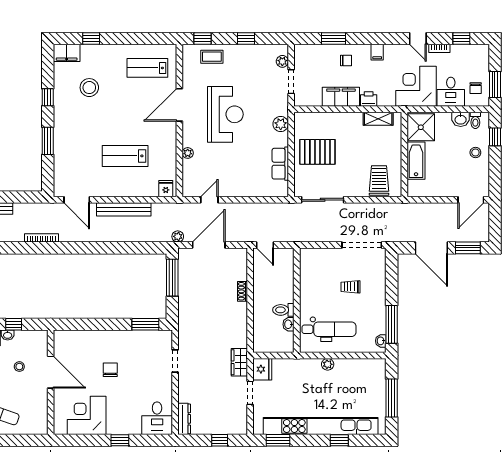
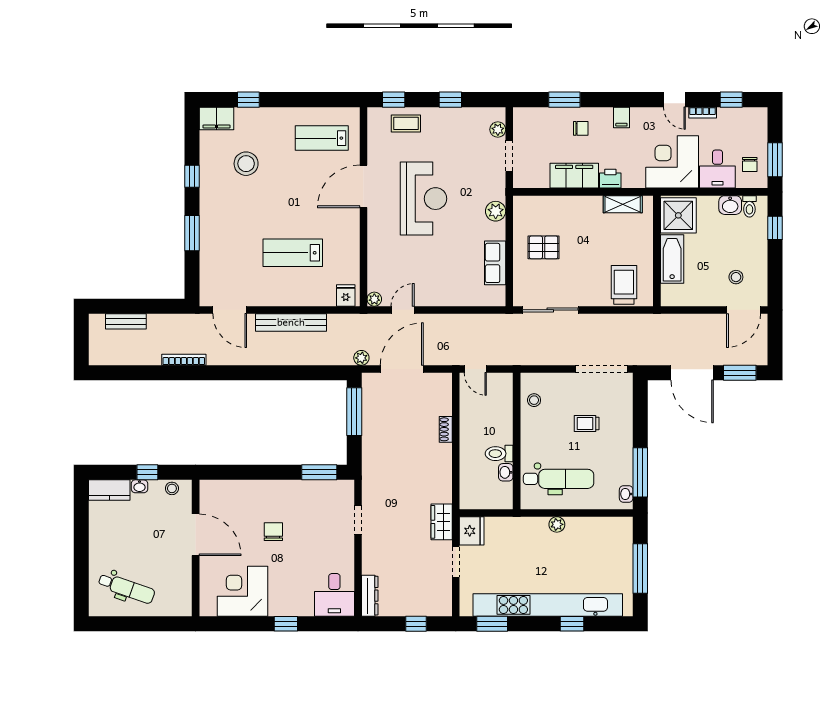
pallet: (317, 152) -> (544, 247), width x0.67, depth x0.71
plant: (188, 153) -> (374, 299), moved
stool: (475, 153) -> (736, 277), moved
stool: (310, 269) -> (534, 400), added
stool: (19, 367) -> (172, 488), moved

